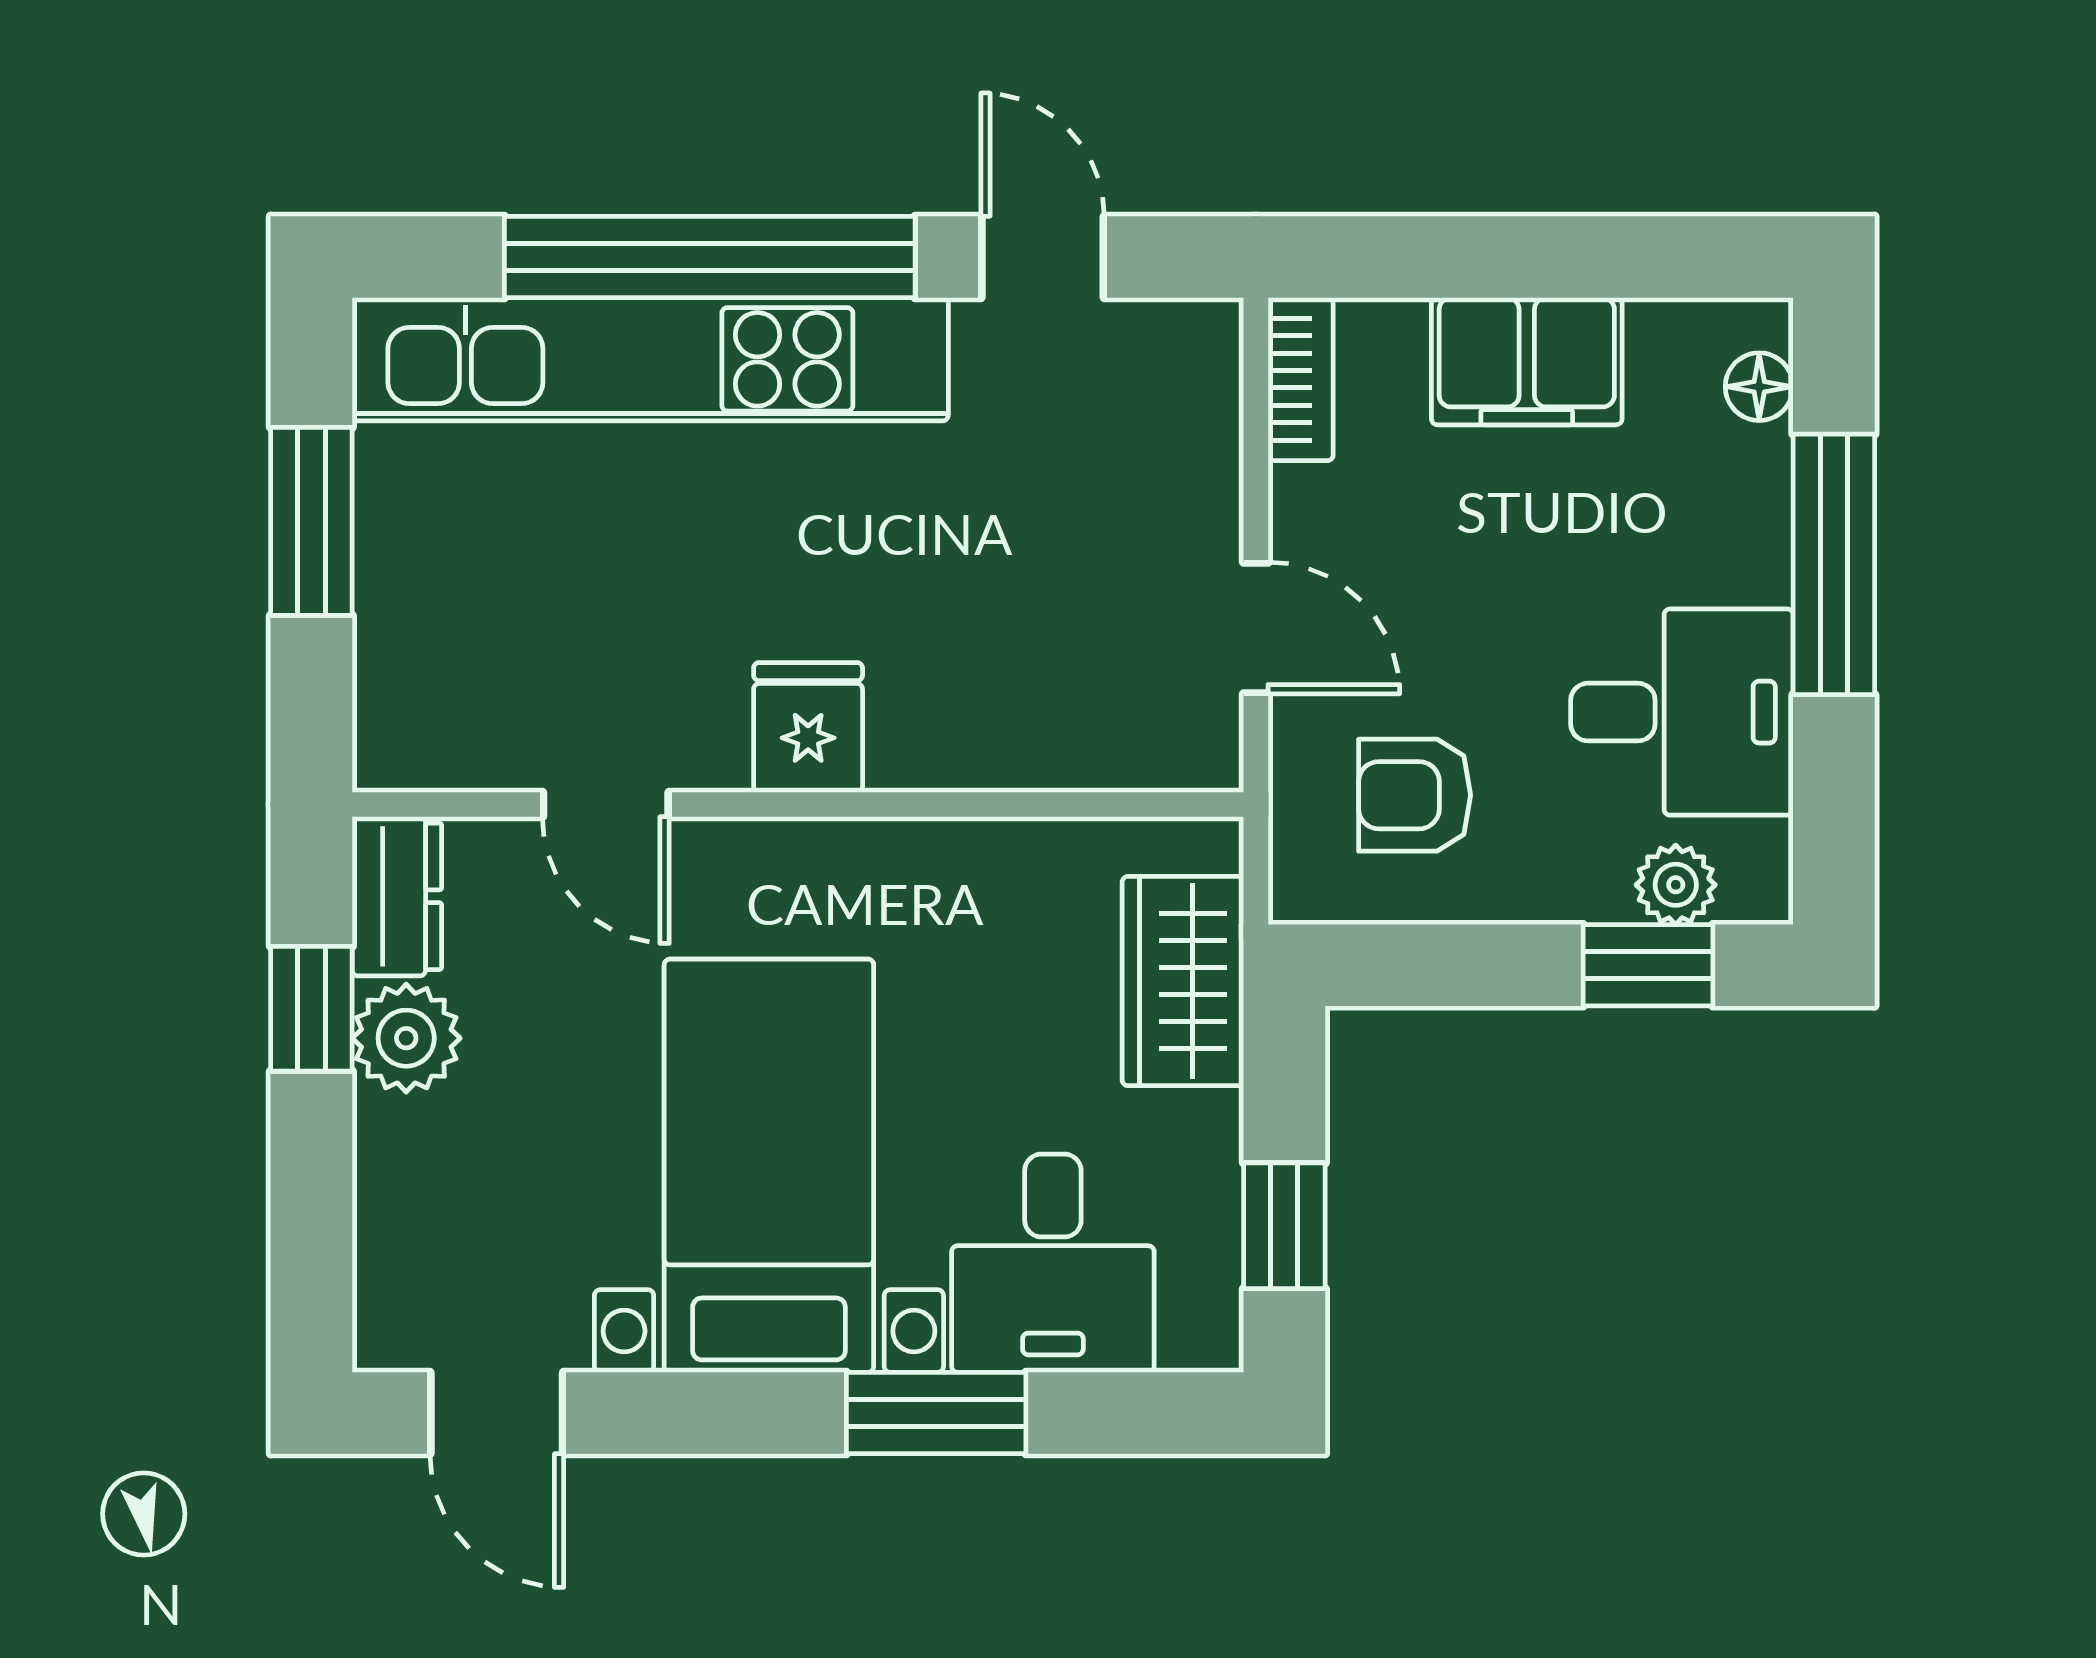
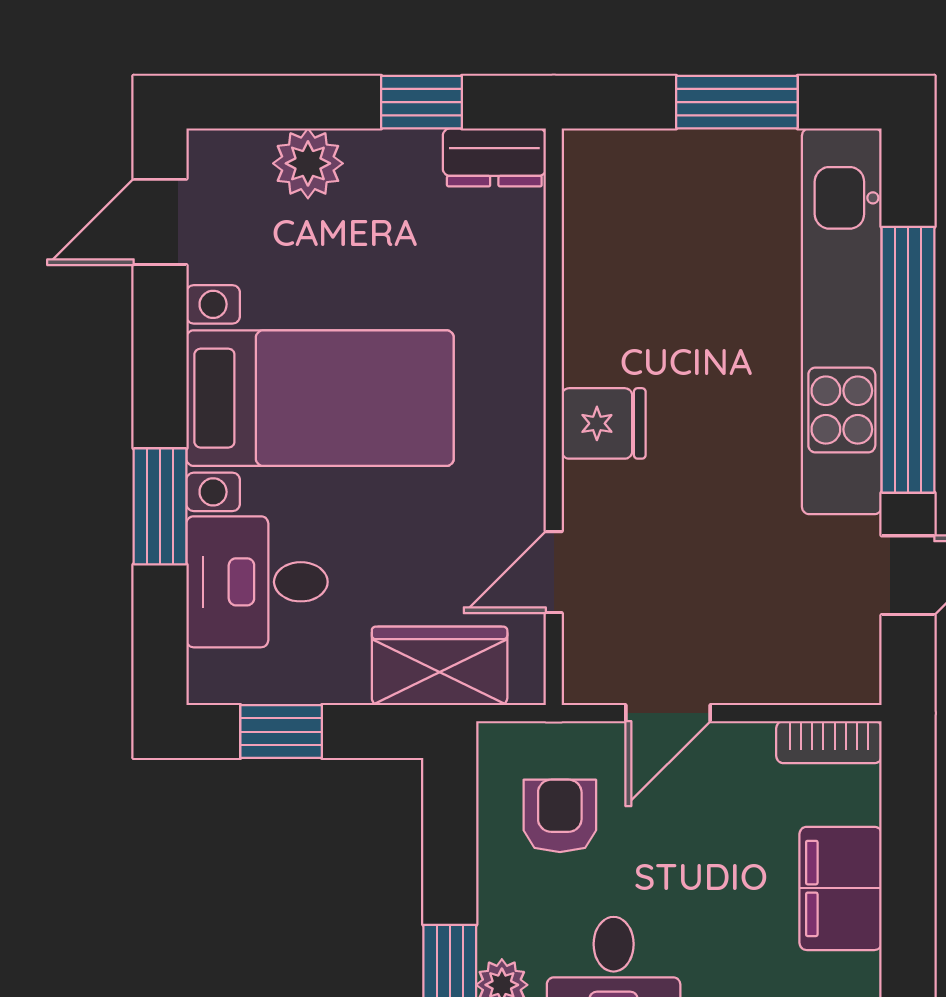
door: (606, 804) -> (554, 572), moved
plant: (406, 1038) -> (308, 163), moved

